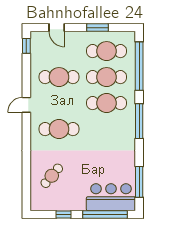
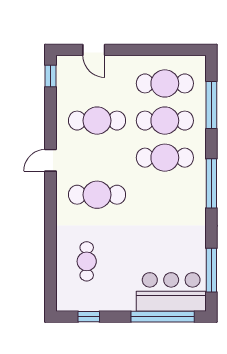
window: (97, 28) -> (152, 50), removed
window: (139, 66) -> (211, 105), width x0.68
cafe table: (52, 176) -> (87, 261), turned -40
window: (63, 214) -> (89, 317), moved

